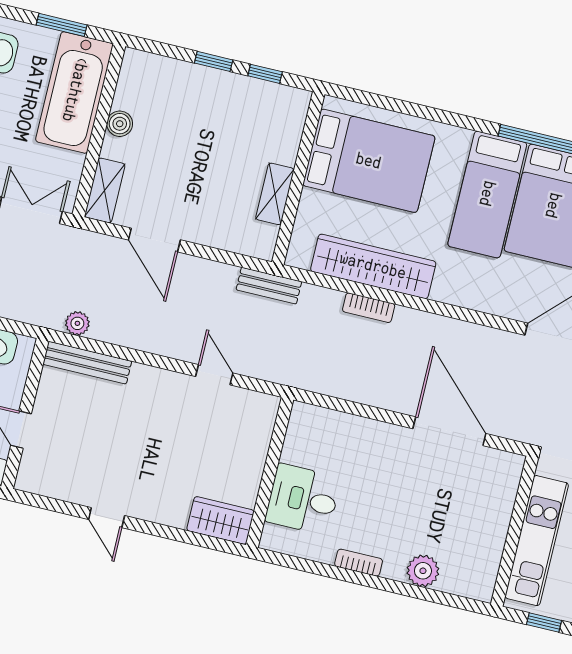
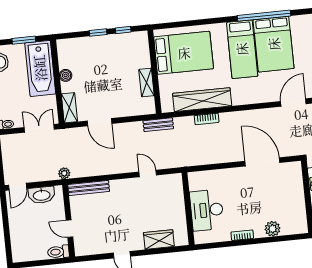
plant: (77, 323) -> (64, 173), moved
desk: (303, 499) -> (207, 210), width x1.37
wardrobe: (220, 520) -> (159, 239), moved

